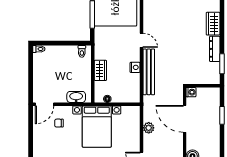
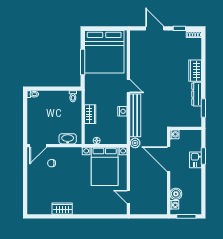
kitchen sink: (214, 120) -> (195, 160), added
bed with nightstands: (97, 127) -> (105, 166), moved
plant: (149, 128) -> (135, 143), moved

